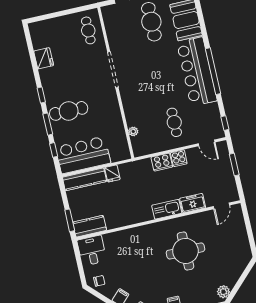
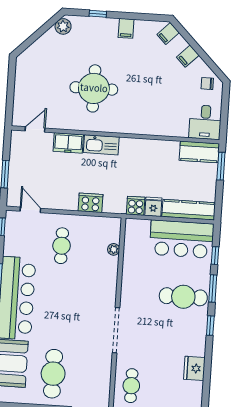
cooker: (179, 158) -> (136, 206), moved

